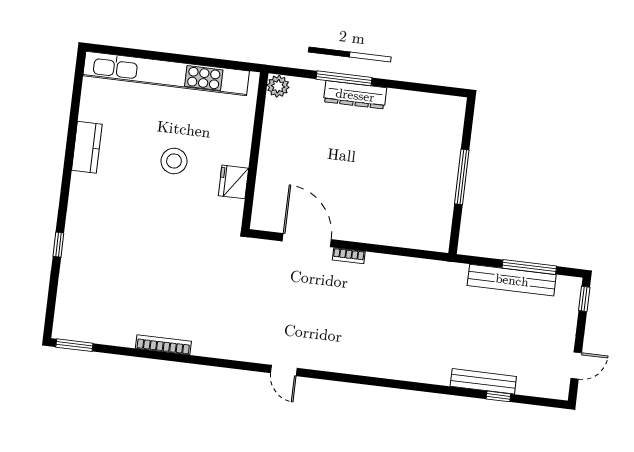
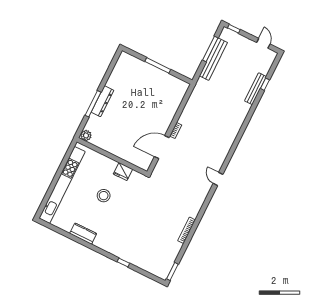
door: (284, 371) -> (218, 179), swing flipped

